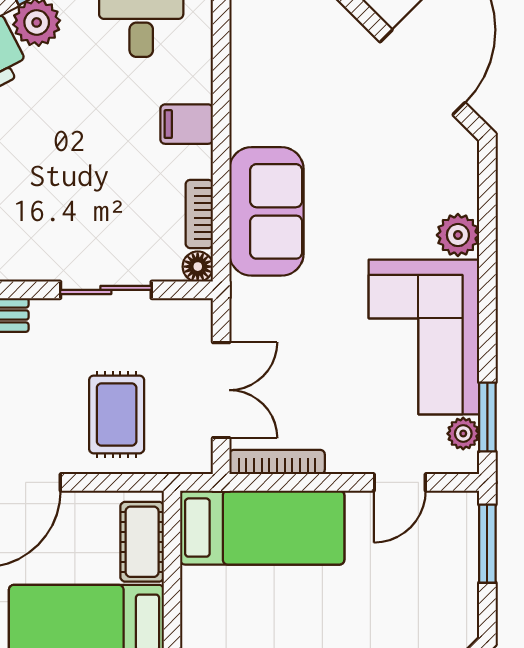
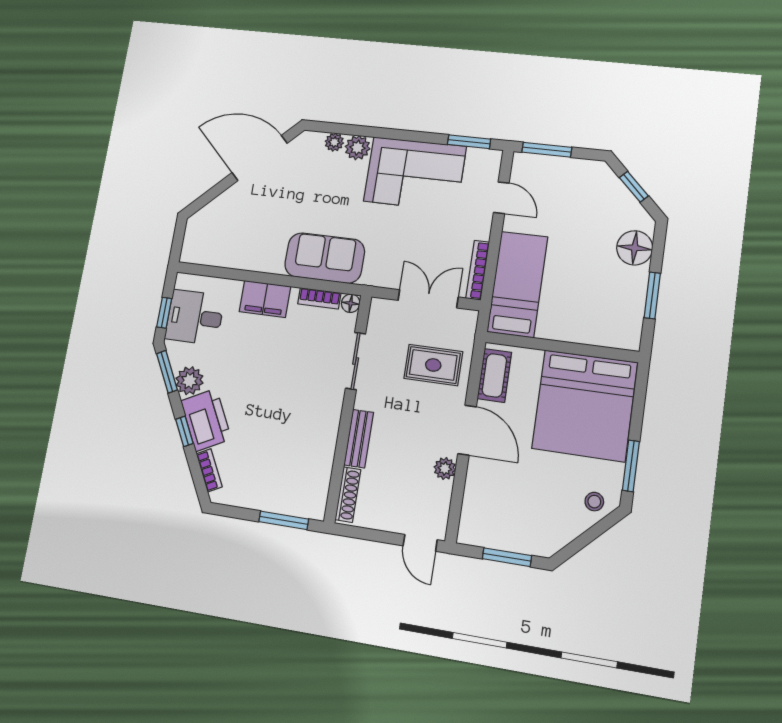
filing cabinet: (187, 124) -> (265, 299), width x2.00
plant: (463, 434) -> (334, 142), moved
cot: (142, 542) -> (494, 375), moved, turned 90

